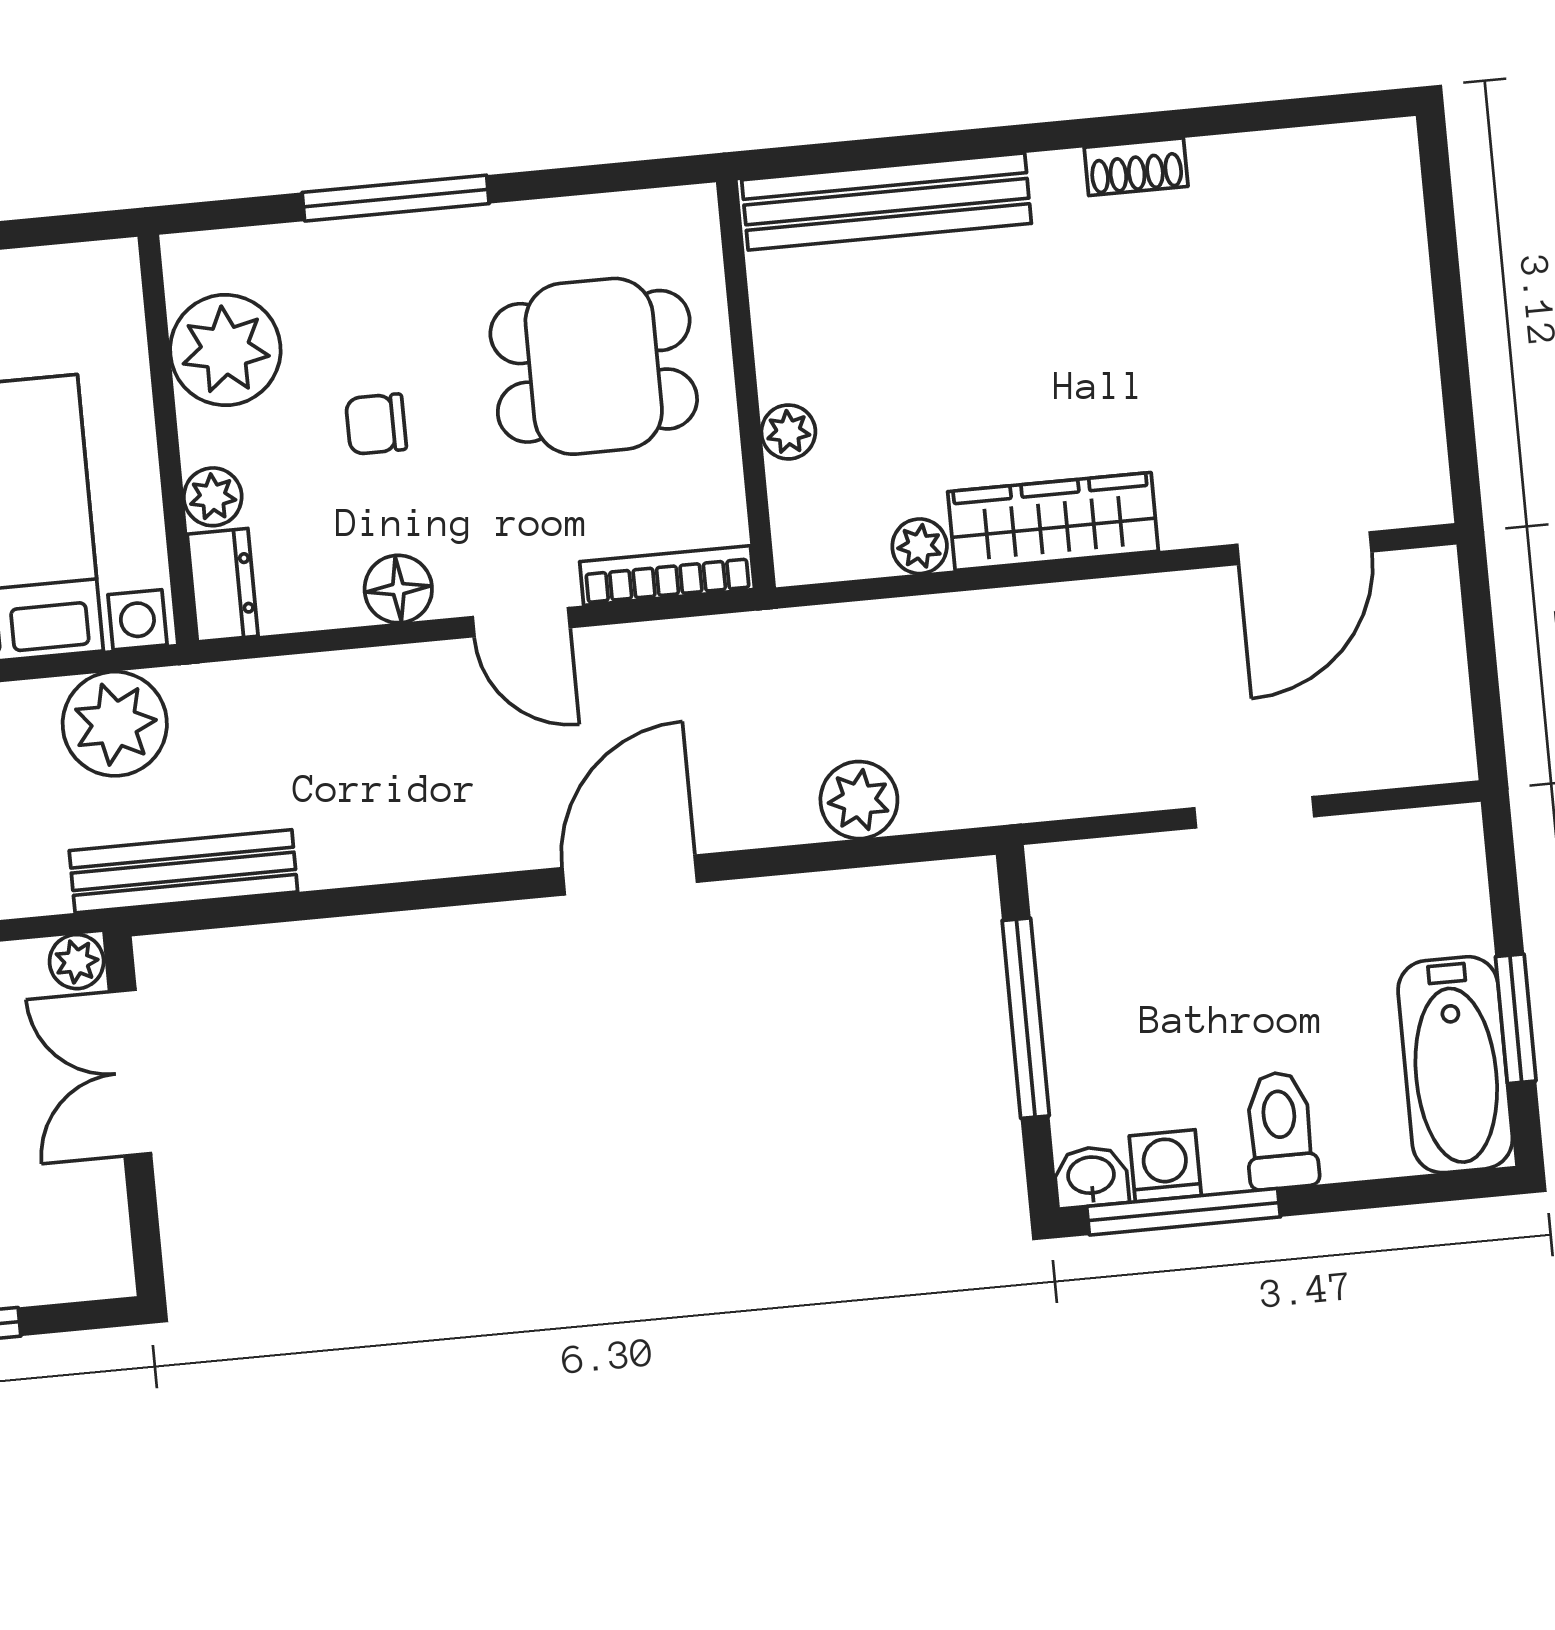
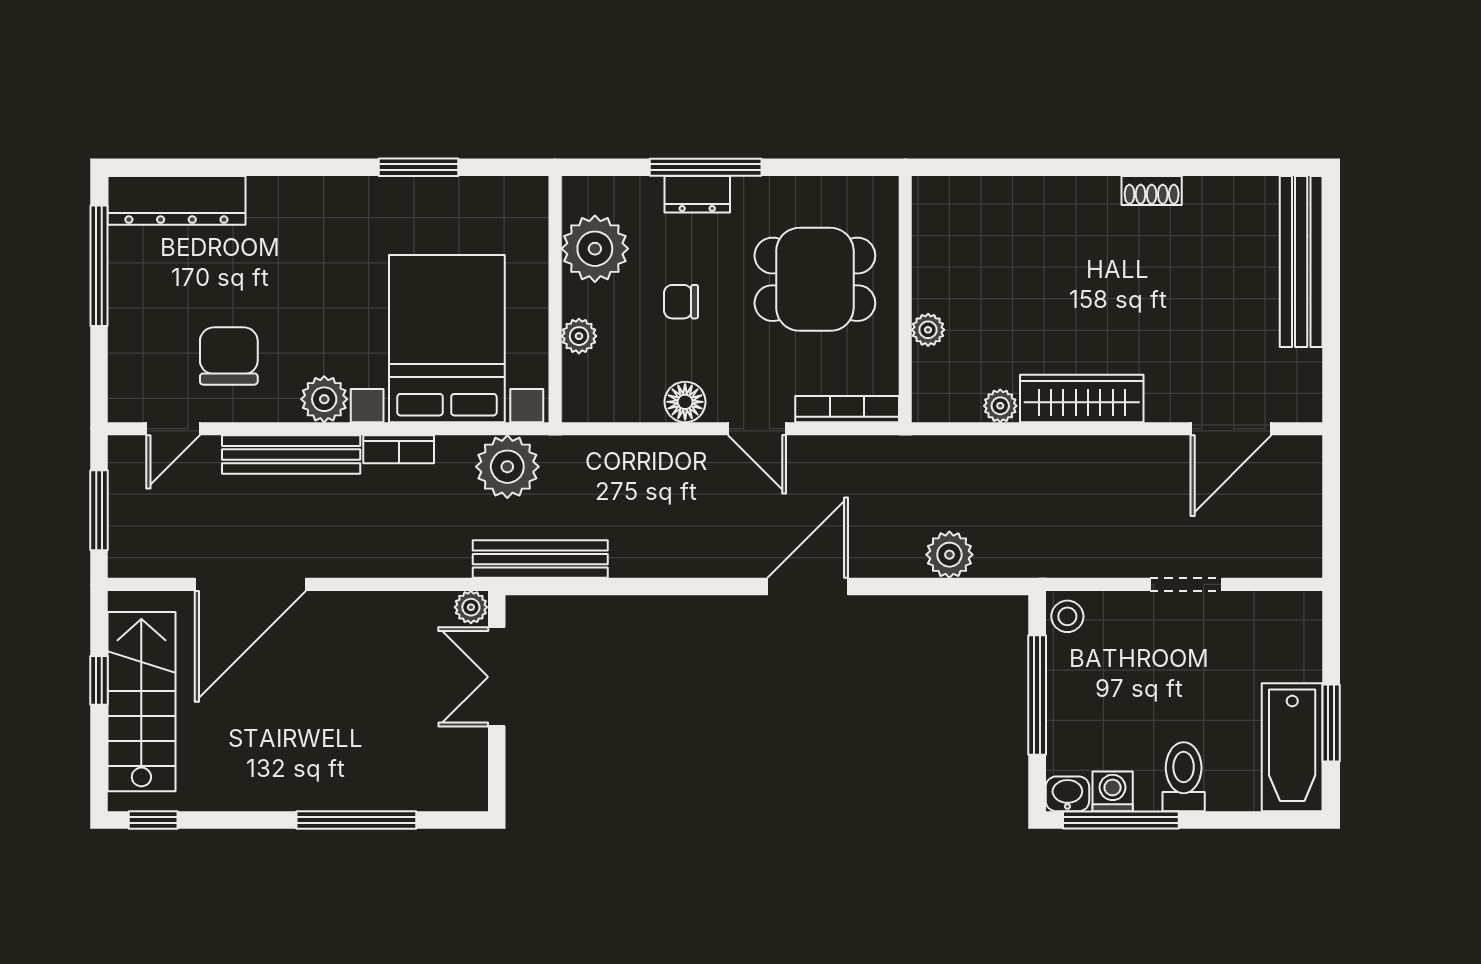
bench: (886, 202) -> (1301, 262), moved, turned 90
dresser: (223, 585) -> (697, 194), moved, turned 90
stool: (1063, 884) -> (1067, 616), added

